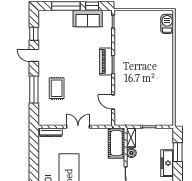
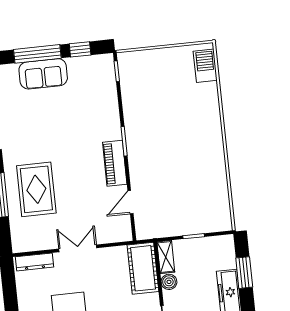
sofa: (88, 18) -> (43, 74), moved
piano: (106, 62) -> (115, 163), moved
rug: (57, 88) -> (36, 189), width x1.36, depth x1.43
door: (113, 102) -> (131, 202), hinge flipped

